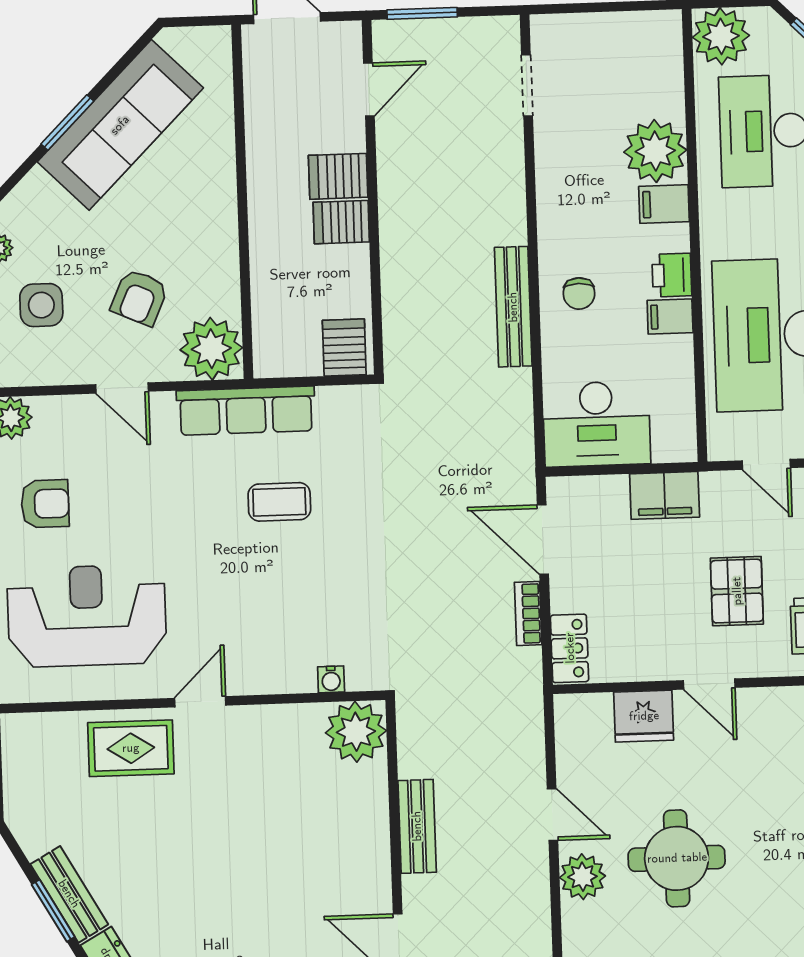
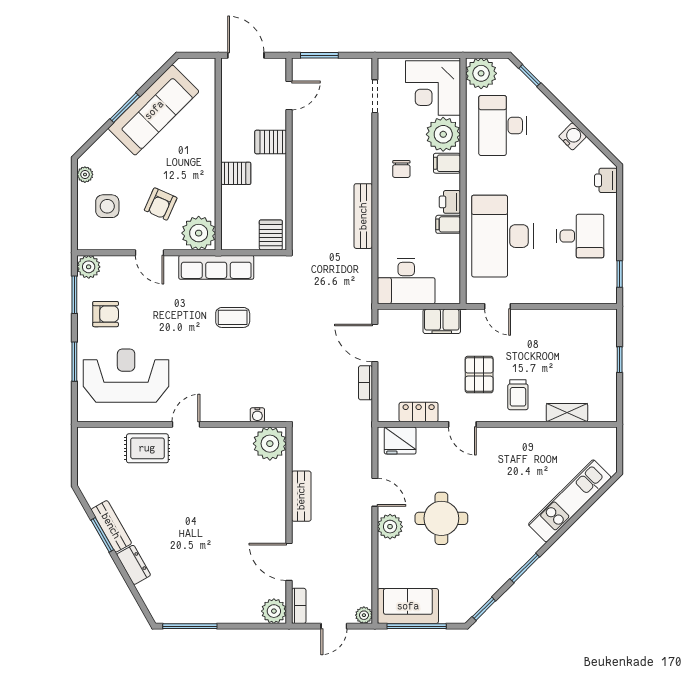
corner desk: (633, 66) -> (433, 88), added
server rack: (341, 222) -> (236, 173), moved, turned 180
chair: (579, 293) -> (401, 169), moved
locker: (570, 648) -> (419, 412), moved, turned -90
fridge: (644, 716) -> (400, 441), moved

